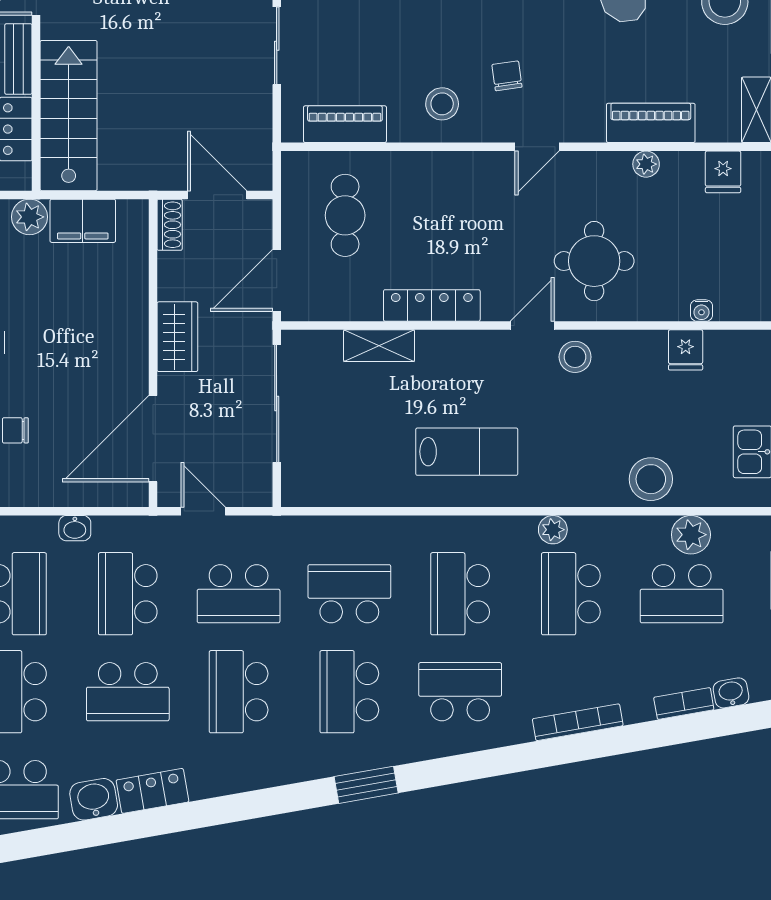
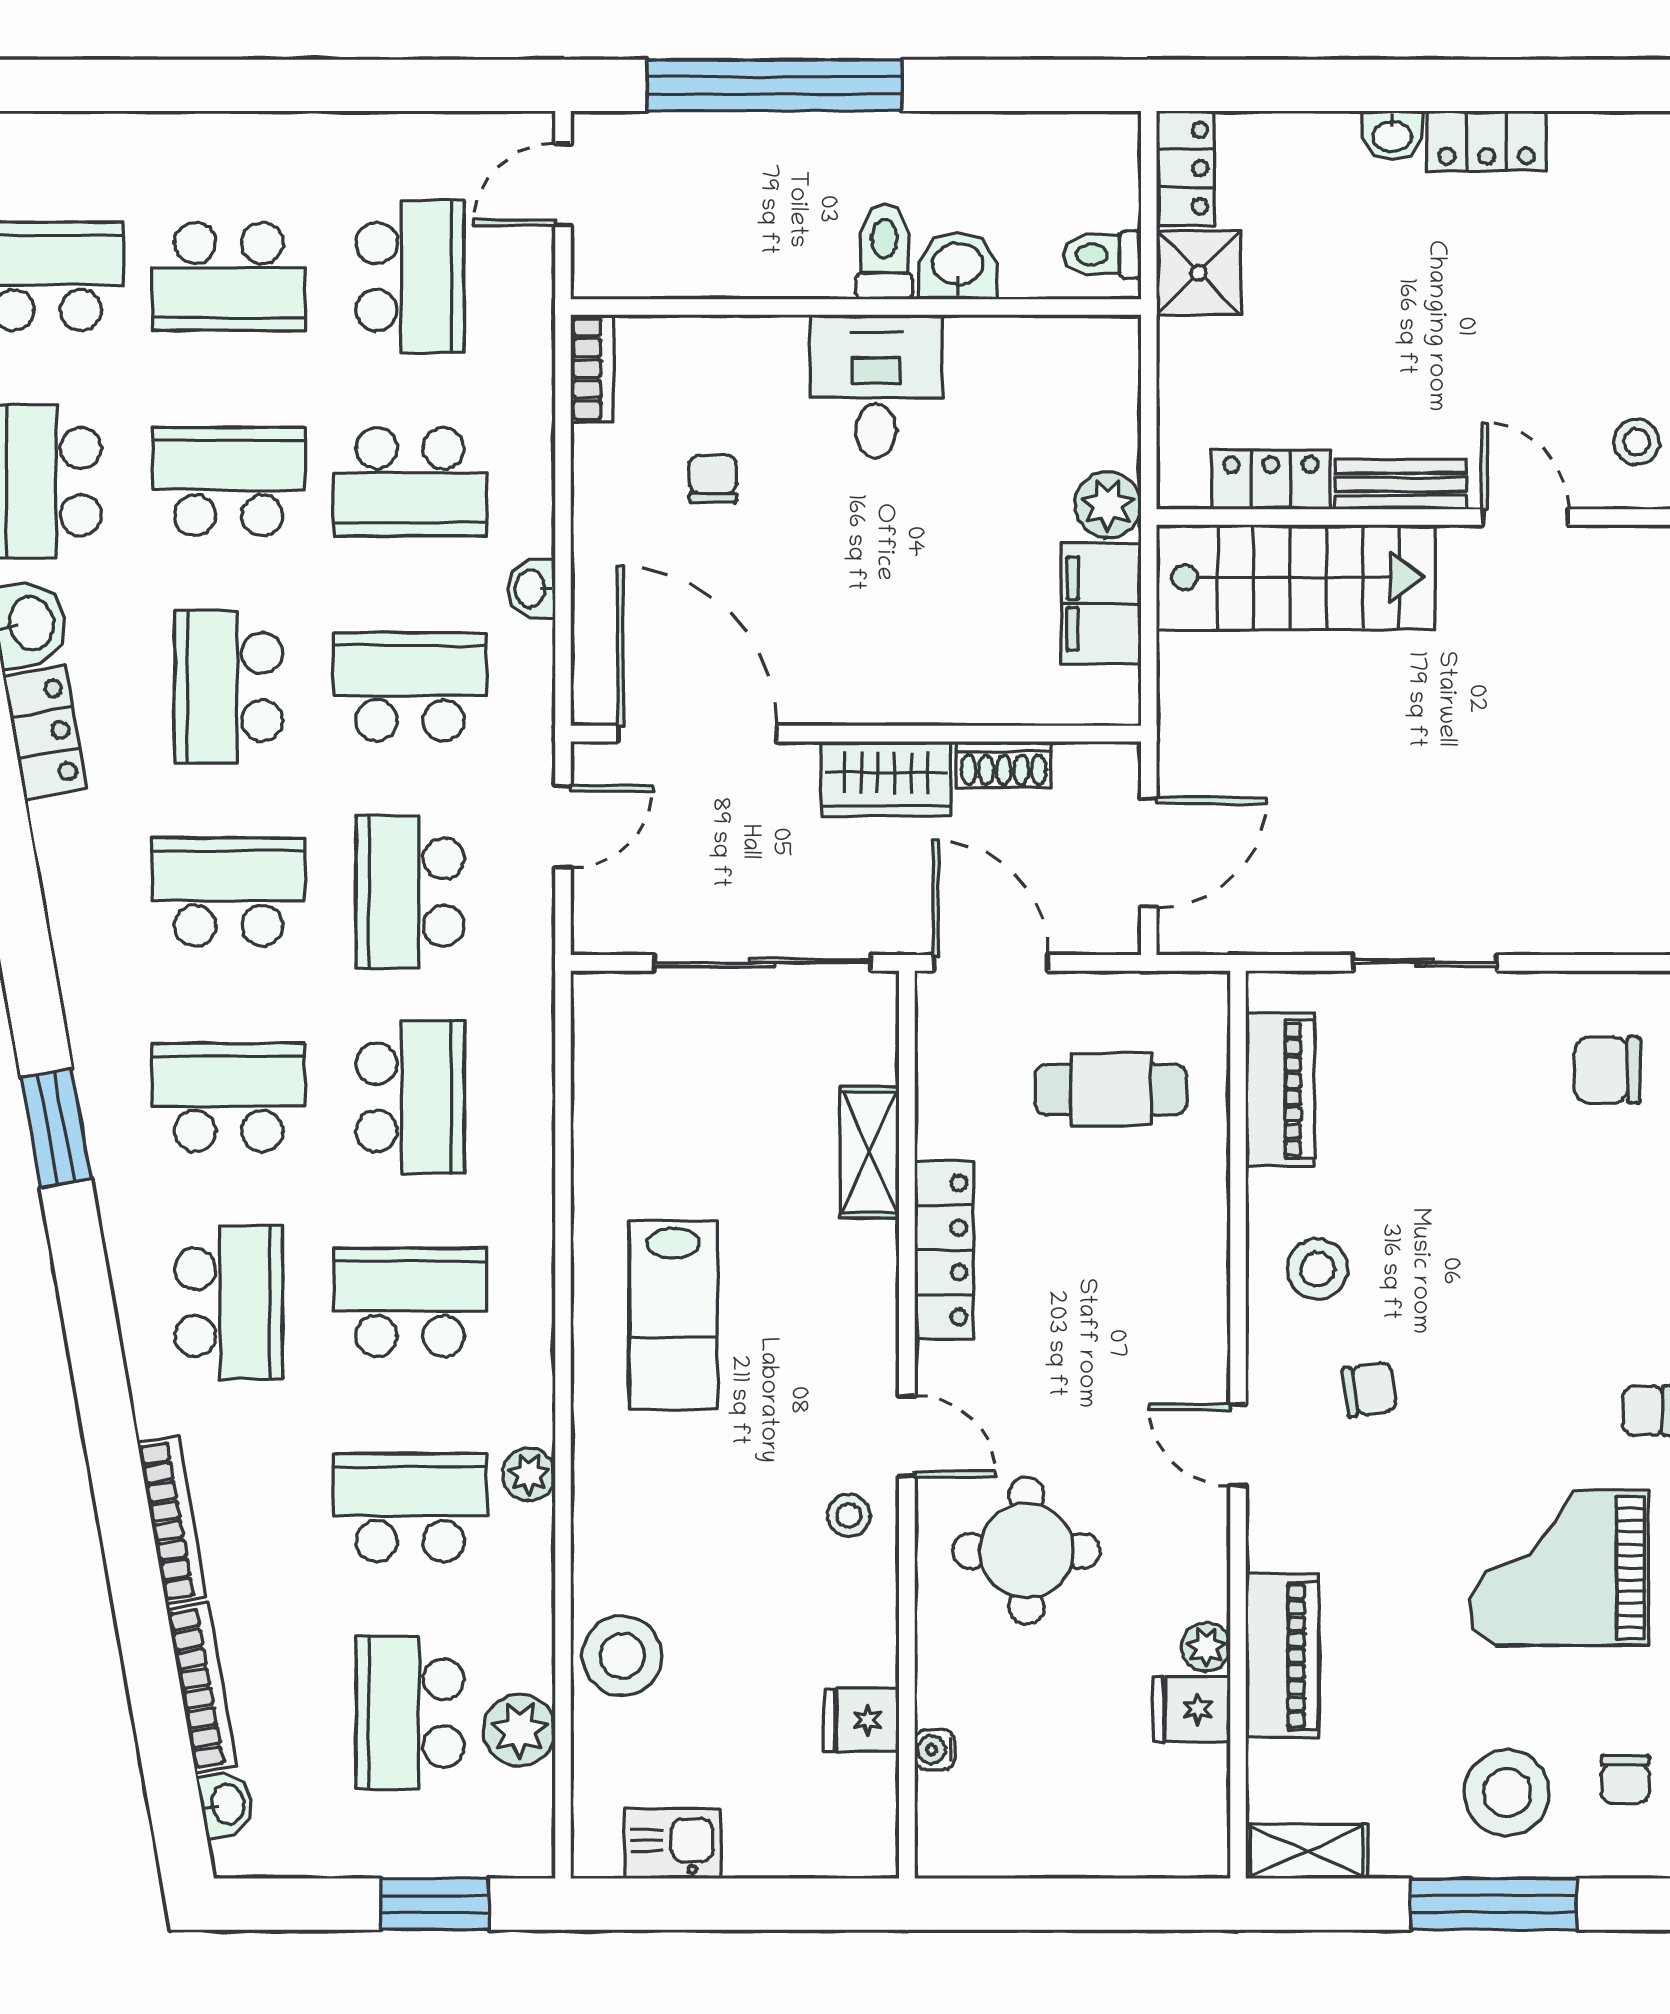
fridge: (723, 172) -> (1191, 1709), moved
shoe rack: (170, 225) -> (1004, 764), moved
stool: (575, 357) -> (849, 1515), width x0.73, depth x0.73
bookcase: (684, 703) -> (202, 1687), width x1.56

